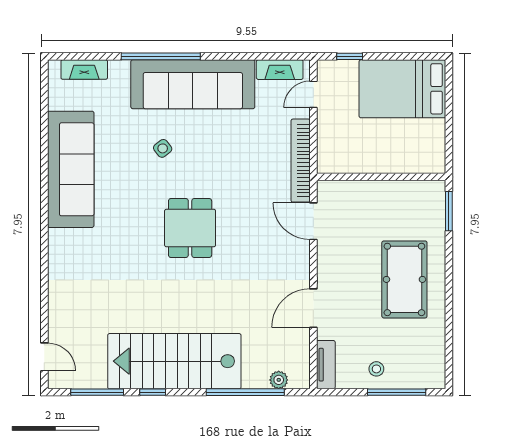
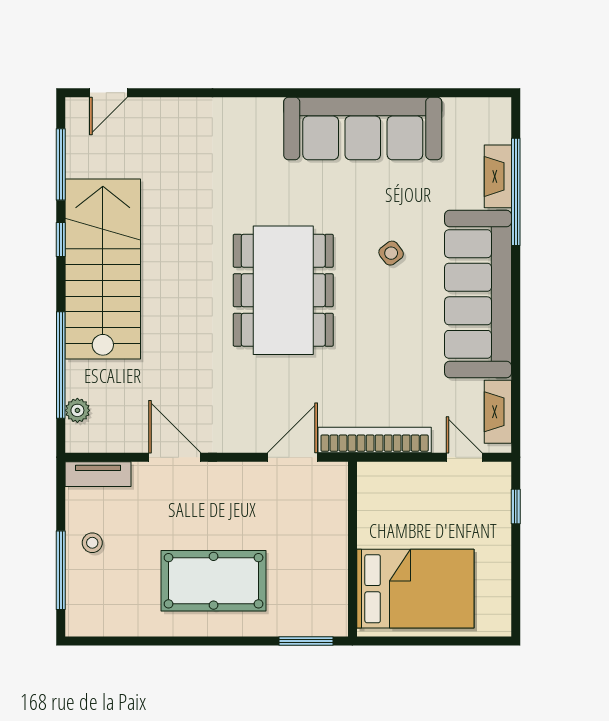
window: (161, 56) -> (516, 192), moved
fireplace: (84, 70) -> (498, 176), moved
bed: (402, 89) -> (415, 589), moved, turned 90
dining table: (190, 228) -> (283, 290), width x1.88, depth x1.24

